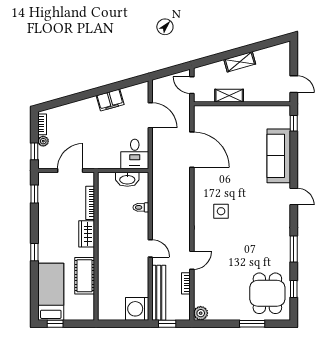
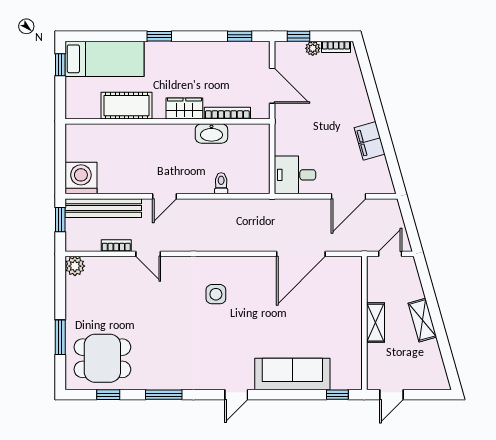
shelving: (229, 96) -> (376, 323), moved
washbasin: (127, 179) -> (211, 133), moved, turned -90

